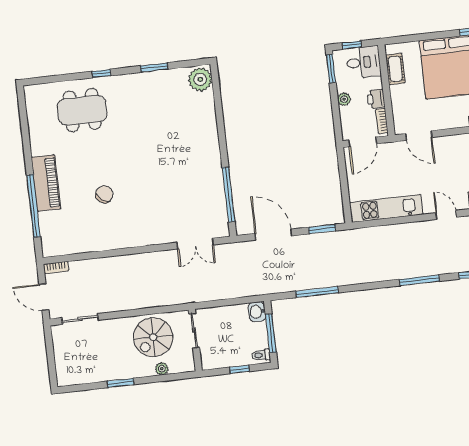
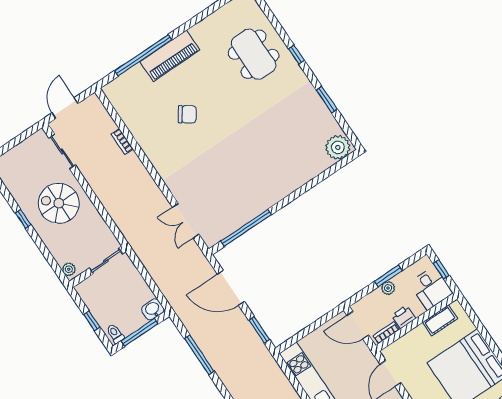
window: (331, 68) -> (388, 276), moved
door: (273, 235) -> (231, 288), swing flipped
bookcase: (56, 267) -> (122, 141), moved
spiral stairs: (153, 337) -> (59, 203), moved
plant: (162, 369) -> (69, 269), moved
window: (121, 383) -> (23, 219), width x0.67

